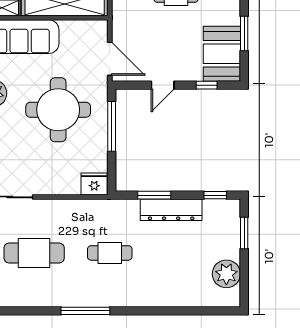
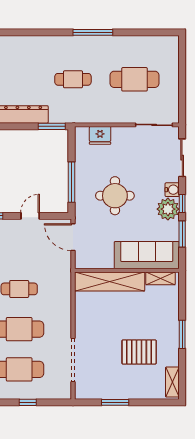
round table: (58, 110) -> (115, 196), width x0.73, depth x0.73
fridge: (94, 184) -> (100, 135), moved
window: (154, 195) -> (52, 126), moved

